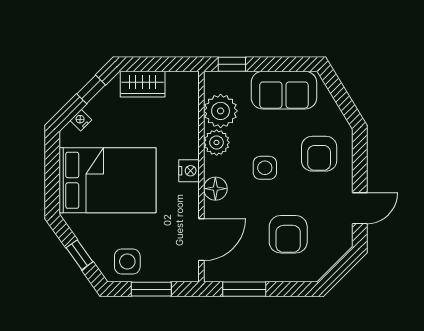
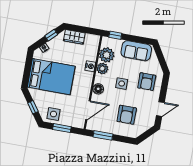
nightstand: (189, 171) -> (90, 66), moved

